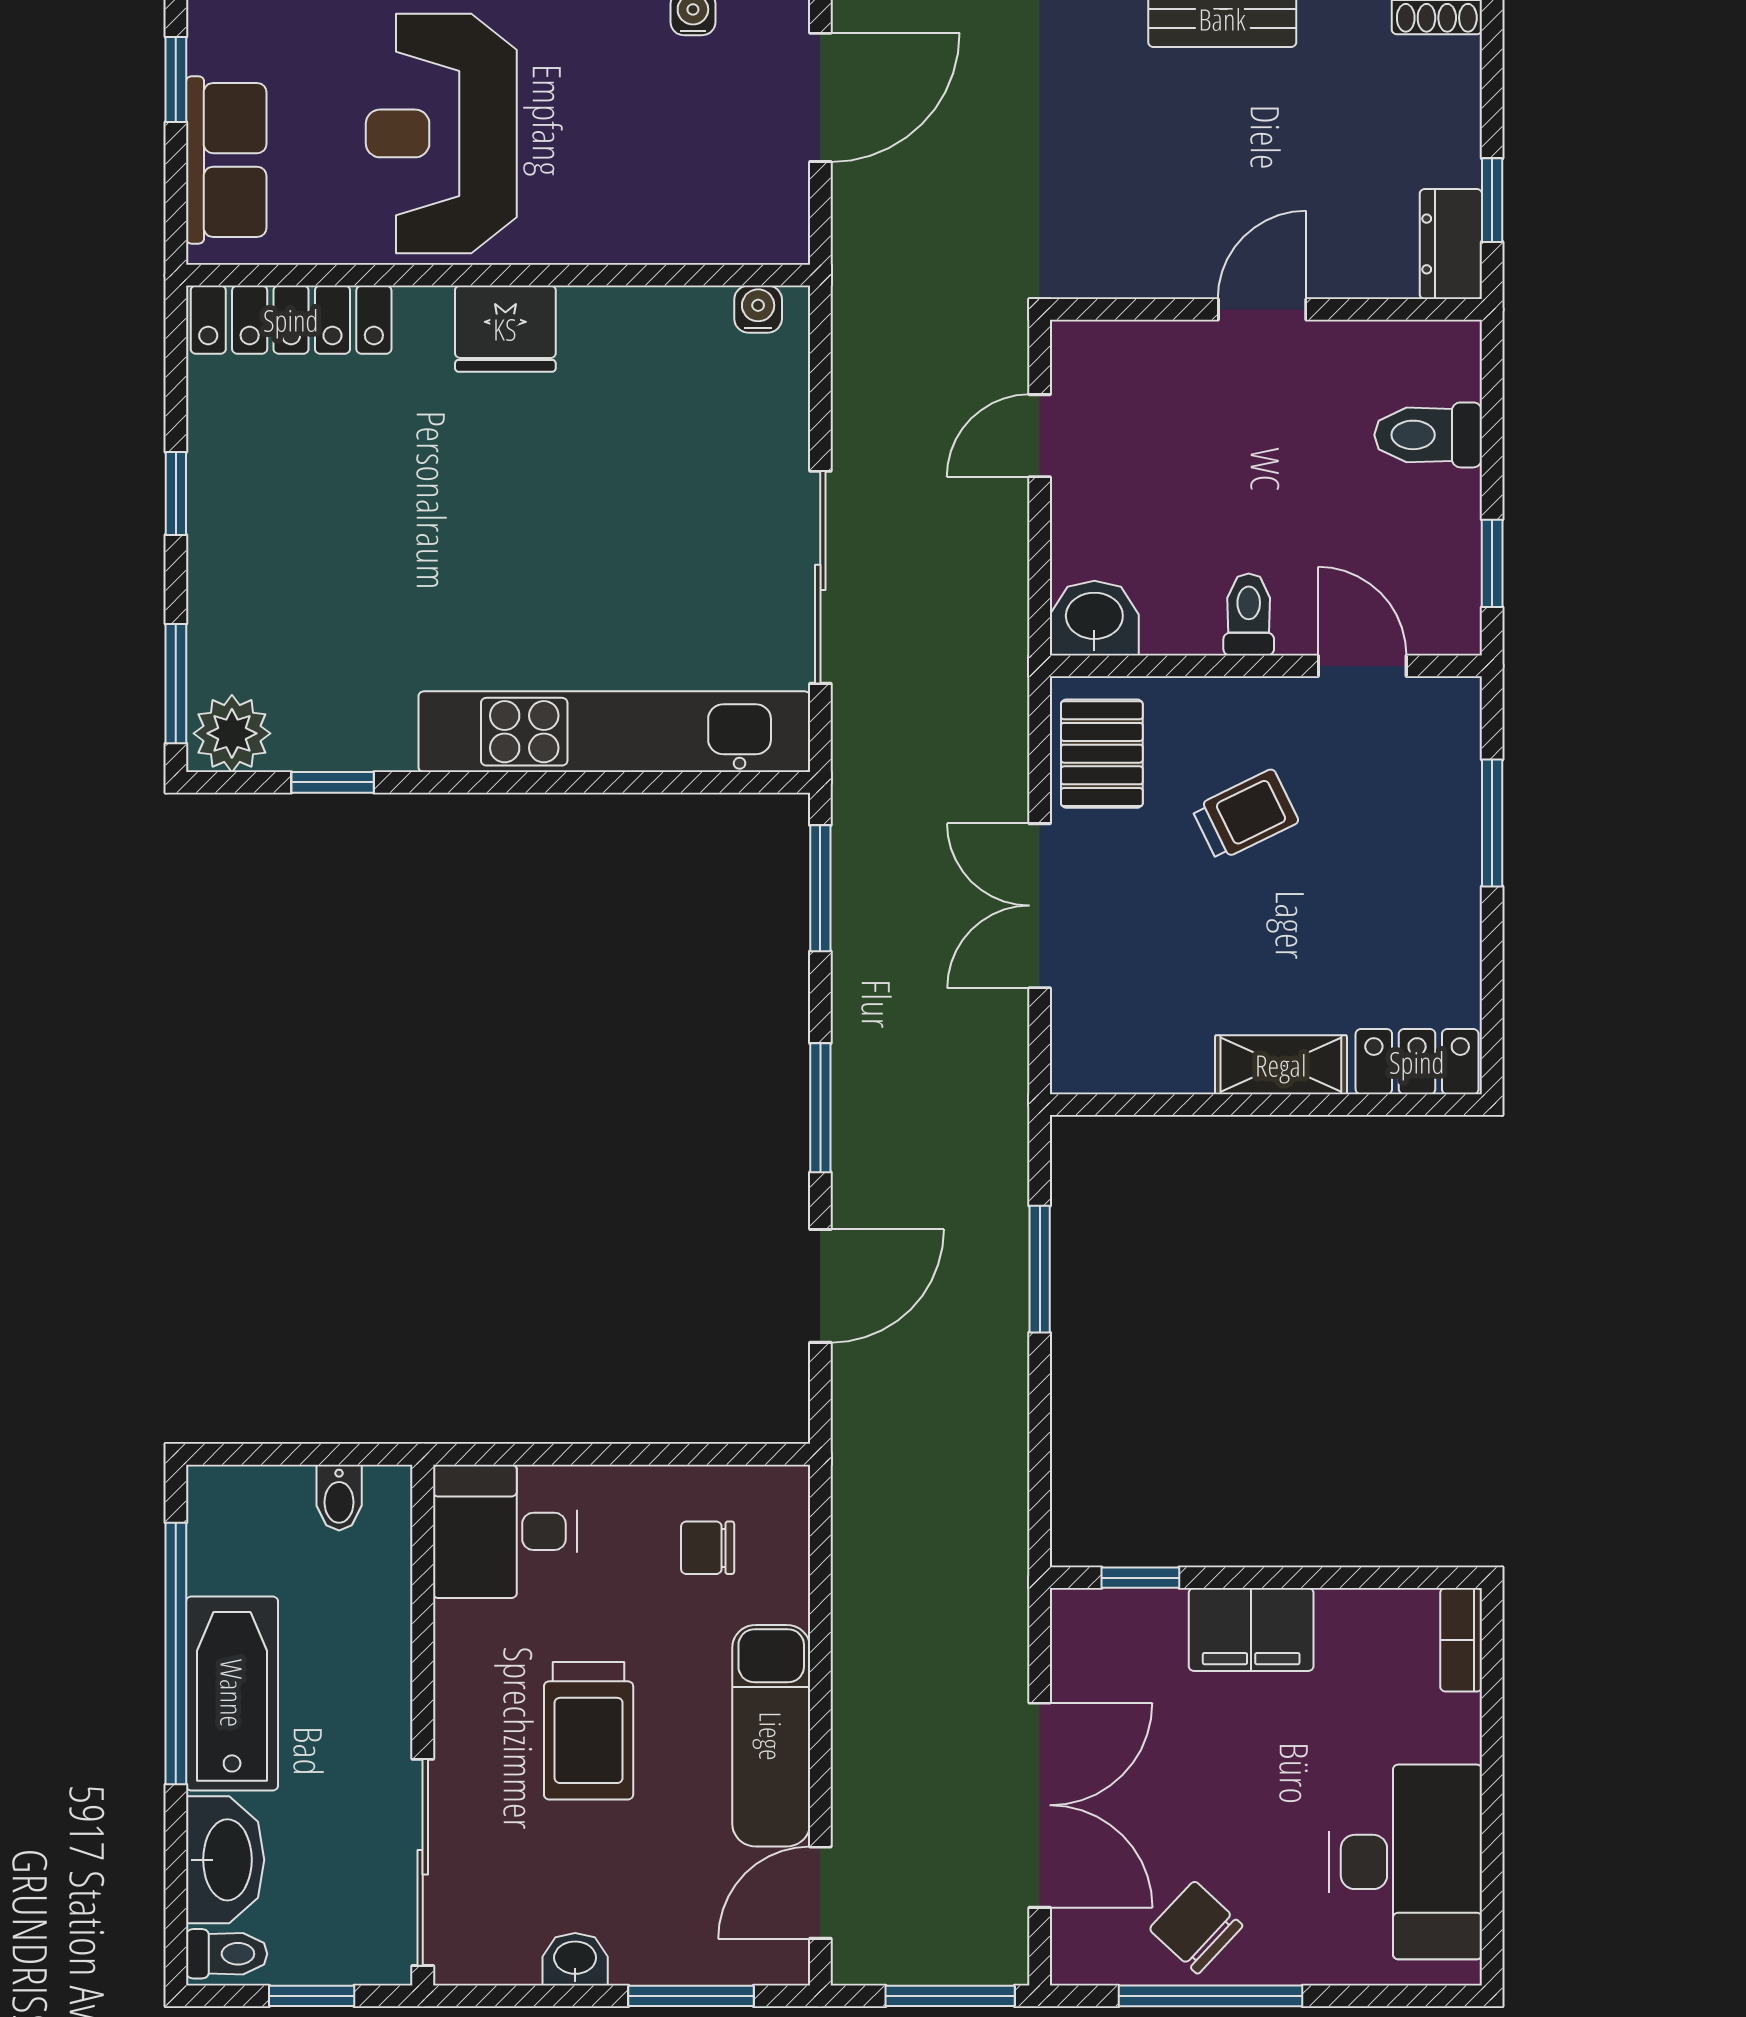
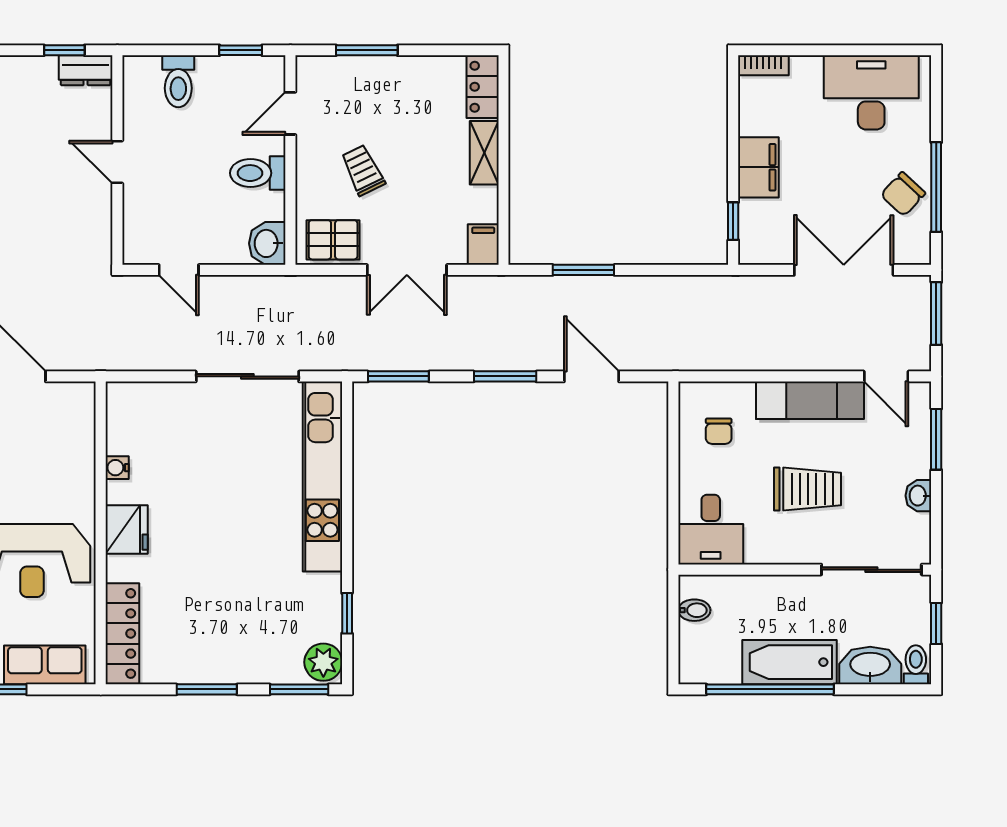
water cooler: (758, 309) -> (117, 468), moved
window: (176, 494) -> (207, 689), width x1.50
toilet: (1249, 614) -> (258, 173), width x1.37, depth x1.39
filing cabinet: (1092, 1063) -> (483, 245), added

